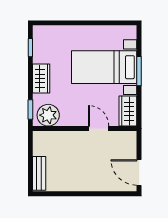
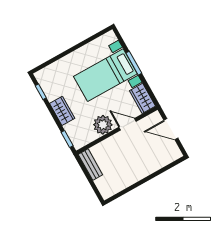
plant: (48, 115) -> (103, 125), moved
door: (139, 172) -> (171, 129), moved
bench: (39, 173) -> (90, 165), moved

